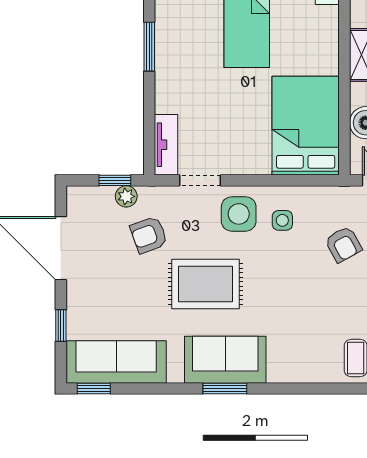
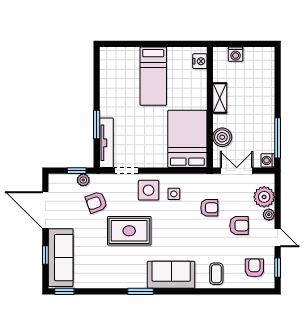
window: (149, 47) -> (97, 125), moved
tv unit: (166, 145) -> (106, 143), width x1.41
armchair: (343, 244) -> (209, 208), turned -61
sofa: (225, 360) -> (171, 275), moved
sofa: (116, 362) -> (61, 258), moved, turned 90

